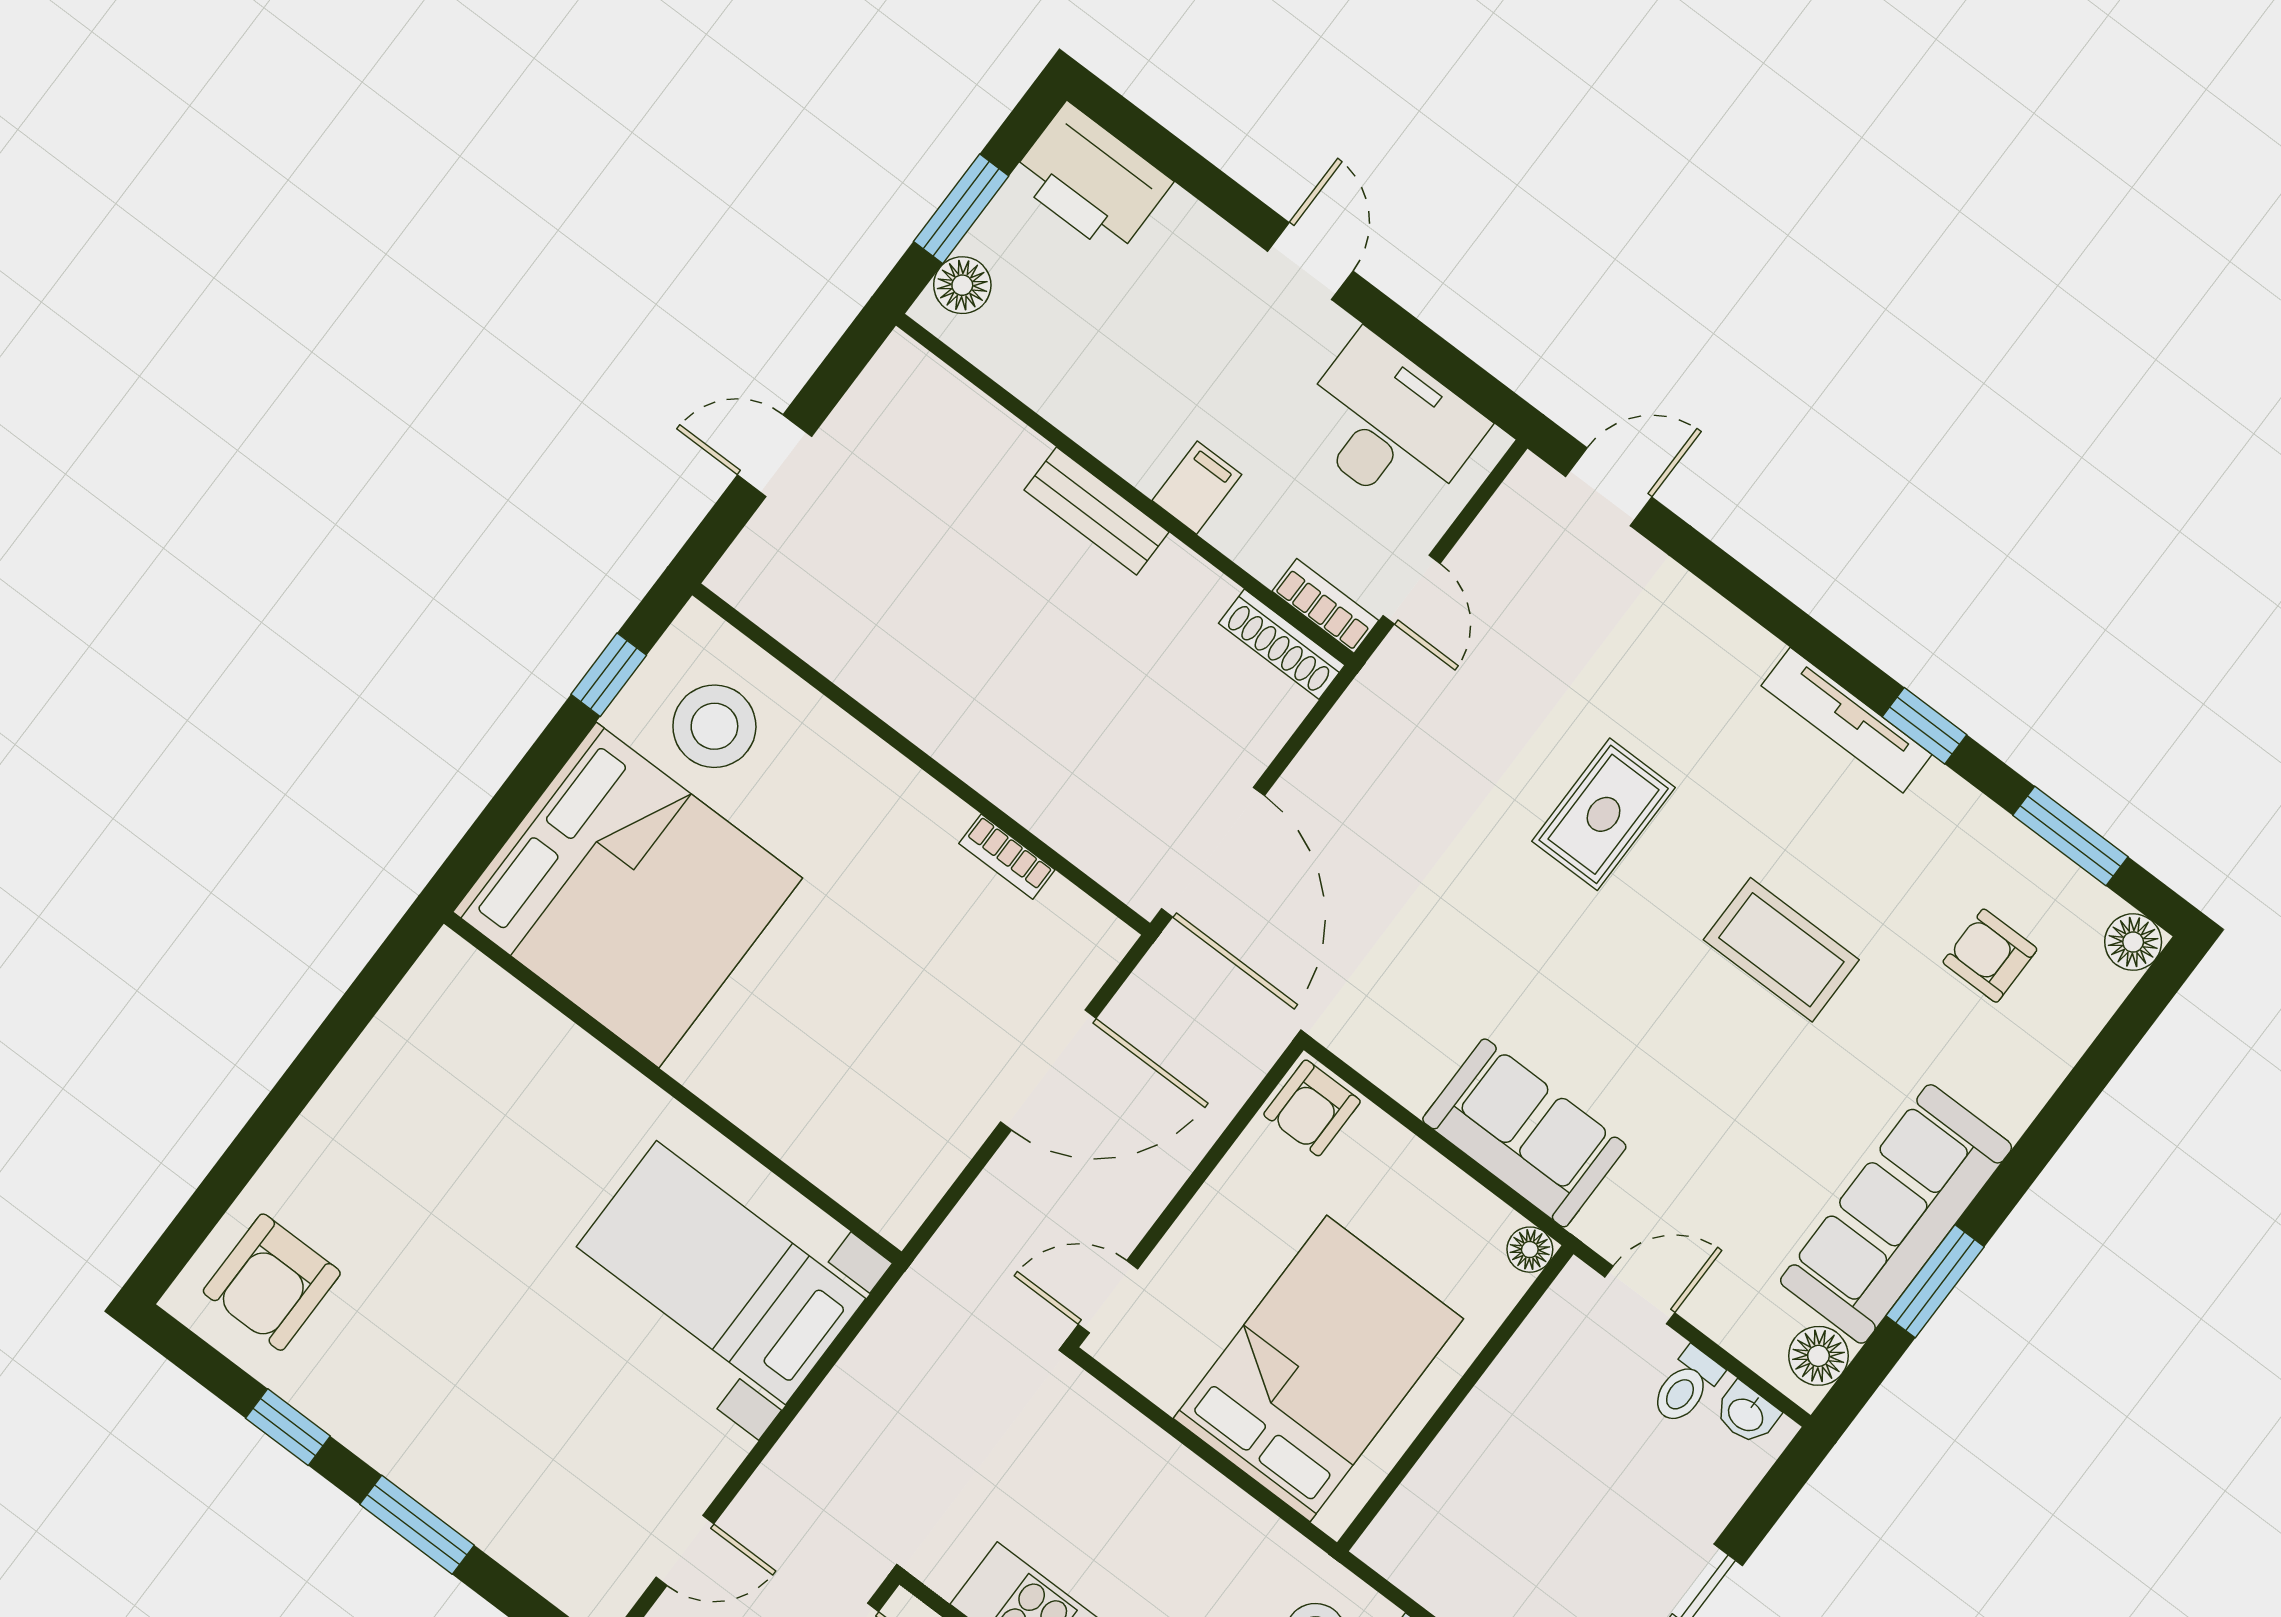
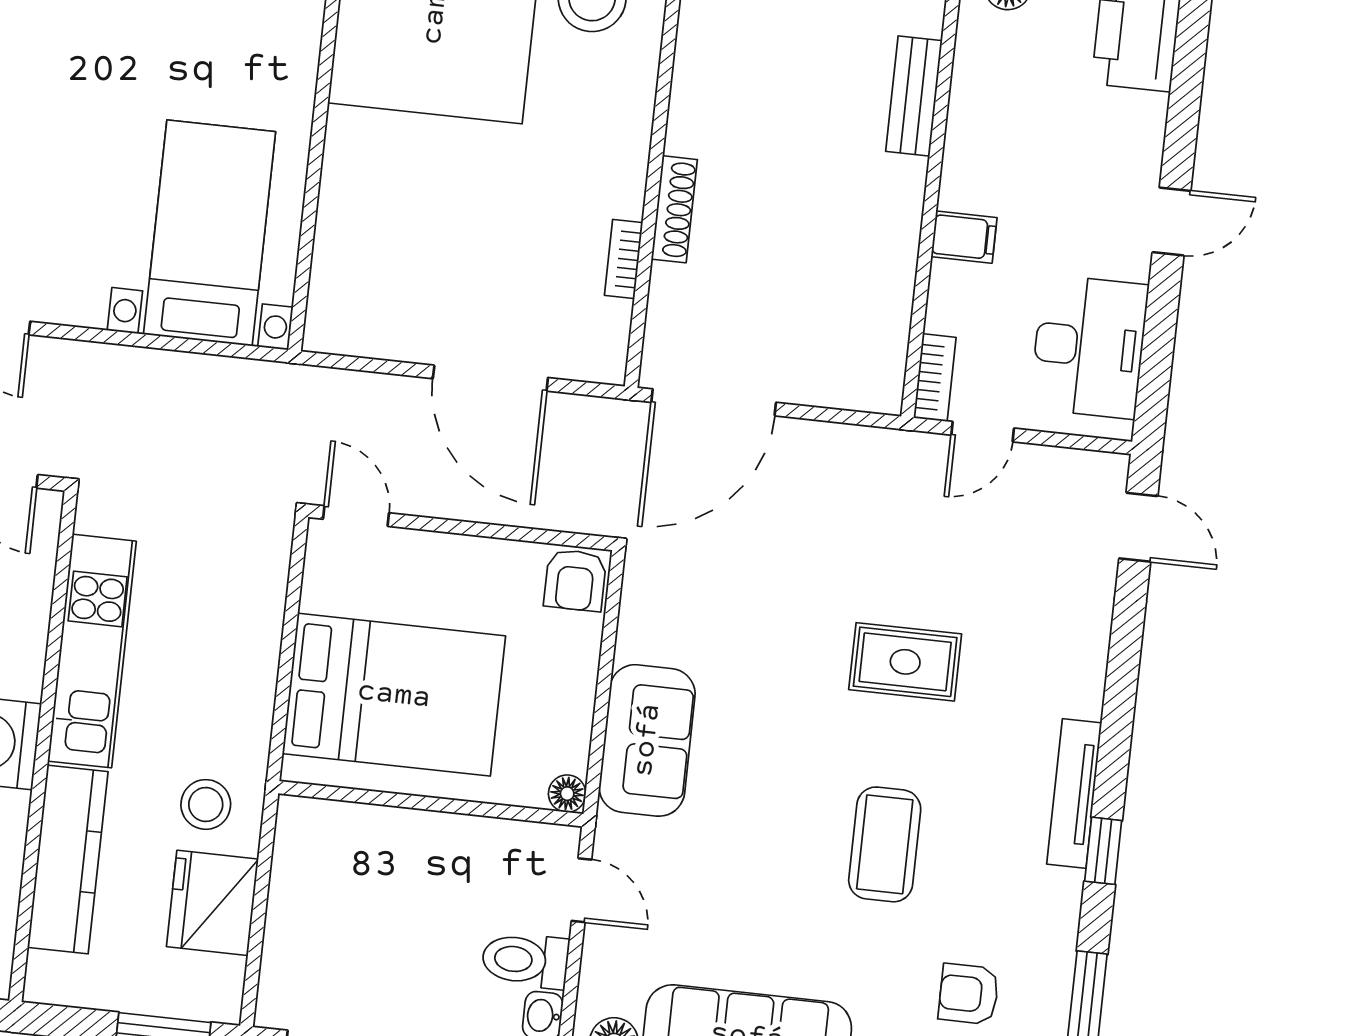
bench: (1097, 511) -> (914, 96), moved
shoe rack: (1282, 644) -> (674, 209), moved, turned 180
armchair: (1990, 956) -> (969, 994), turned -90
armchair: (1312, 1108) -> (575, 580), turned -90
toilet: (1686, 1386) -> (525, 960), width x1.37, depth x1.39

